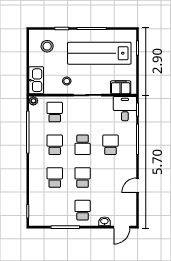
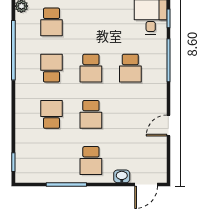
school desk: (55, 112) -> (51, 22), turned 180
school desk: (111, 145) -> (130, 68), turned 180
school desk: (83, 177) -> (91, 114), turned 180
school desk: (83, 210) -> (91, 161), turned 180

